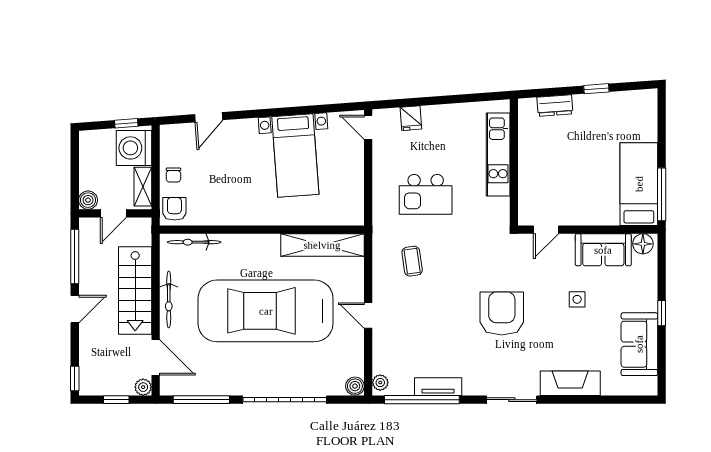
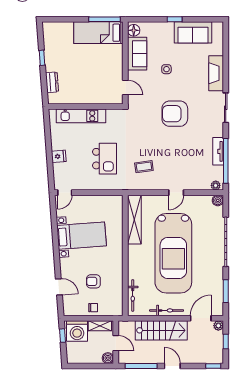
fridge: (411, 118) -> (59, 156), moved
armchair: (174, 209) -> (93, 281), moved
window: (201, 400) -> (226, 291), width x0.69

